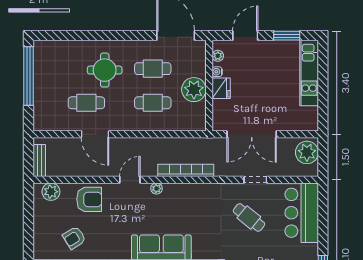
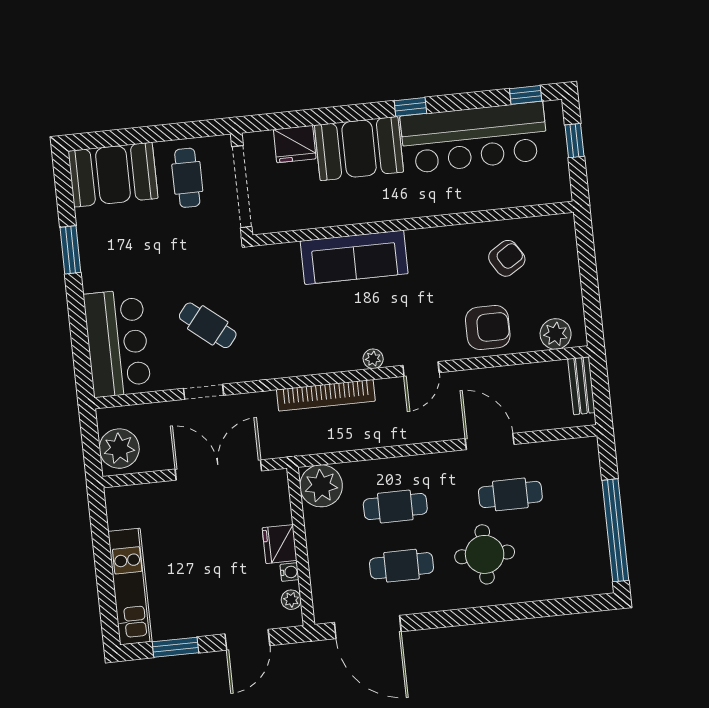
plant: (194, 90) -> (321, 486), moved
armchair: (89, 199) -> (488, 327), turned 180

